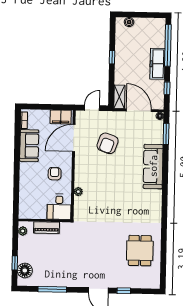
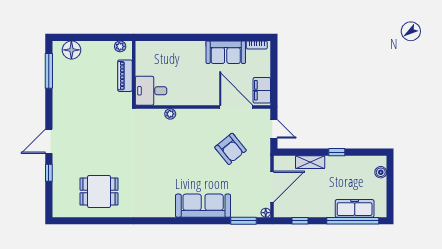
freezer: (157, 64) -> (355, 208), moved
shelving: (119, 97) -> (310, 162), moved
armchair: (108, 143) -> (231, 149), turned -149
armchair: (55, 174) -> (192, 84), removed
window: (15, 263) -> (80, 37), removed
window: (52, 289) -> (49, 71), moved

